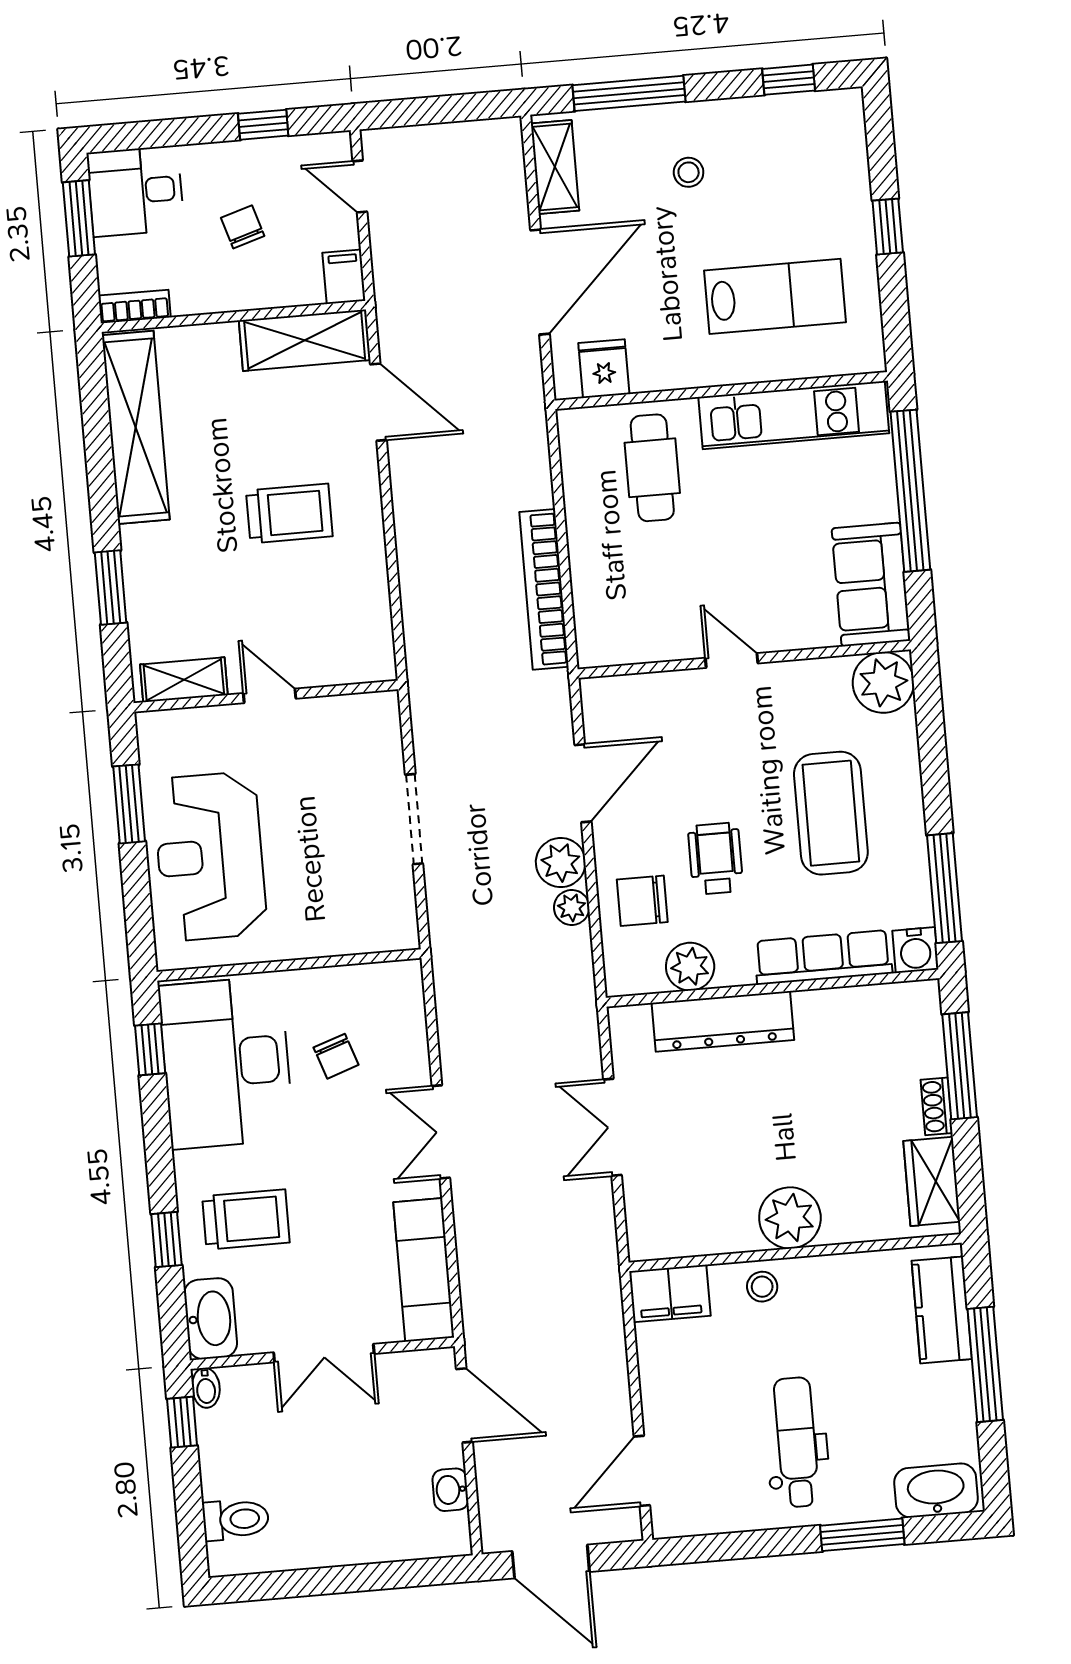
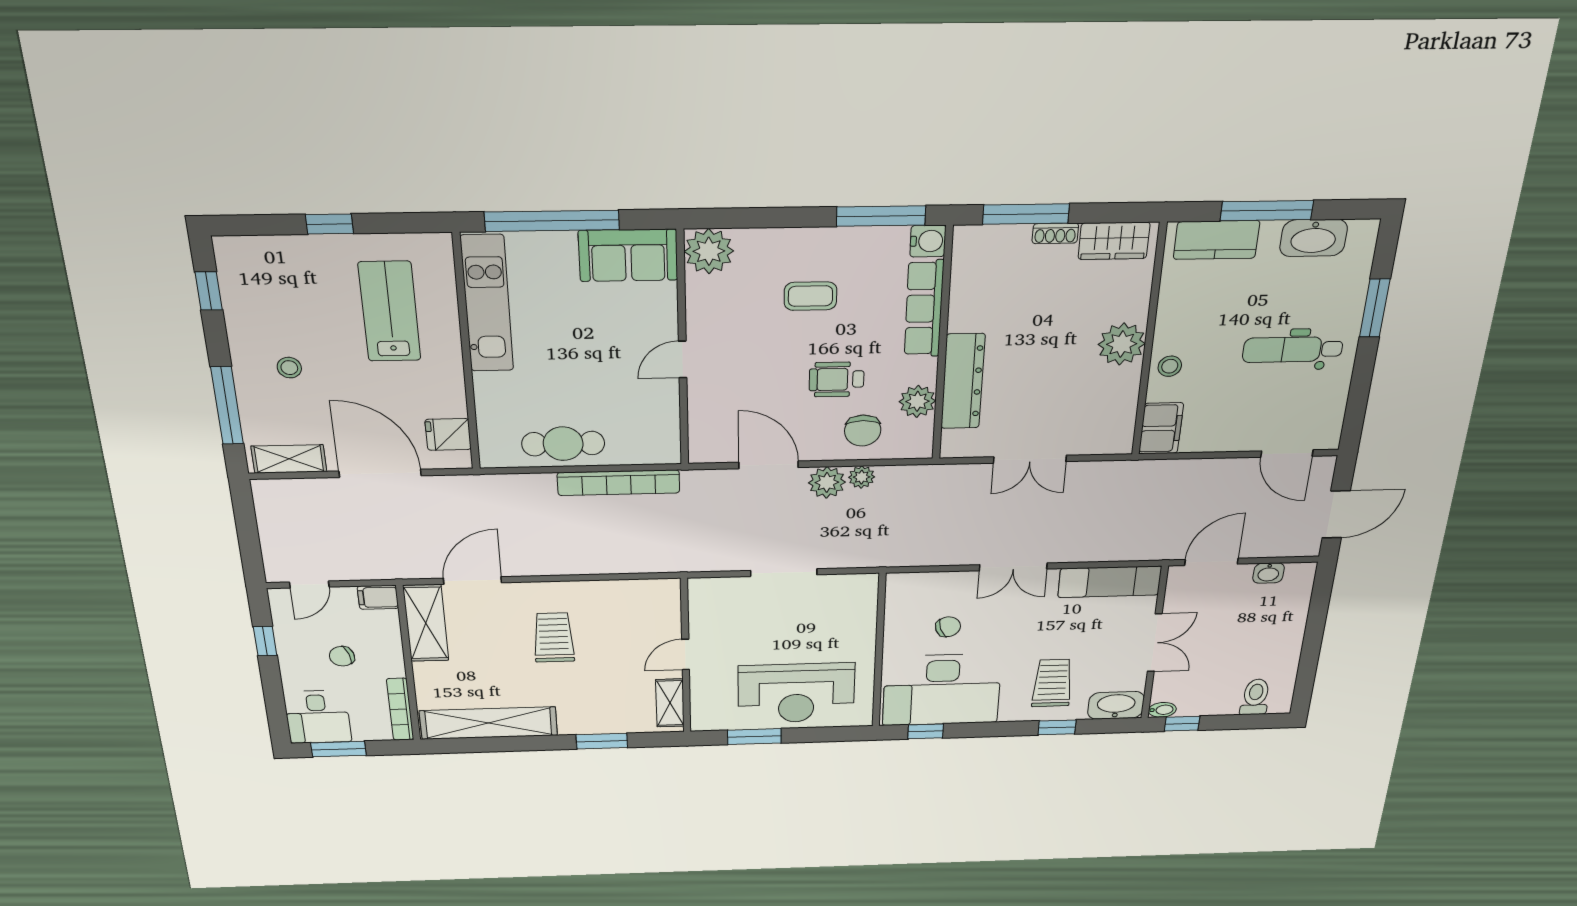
bookcase: (135, 306) -> (400, 709), width x1.56
cafe table: (652, 468) -> (563, 444), moved
coffee table: (831, 813) -> (810, 296), width x0.54, depth x0.58
washbasin: (936, 1490) -> (1314, 238), moved, turned -90

